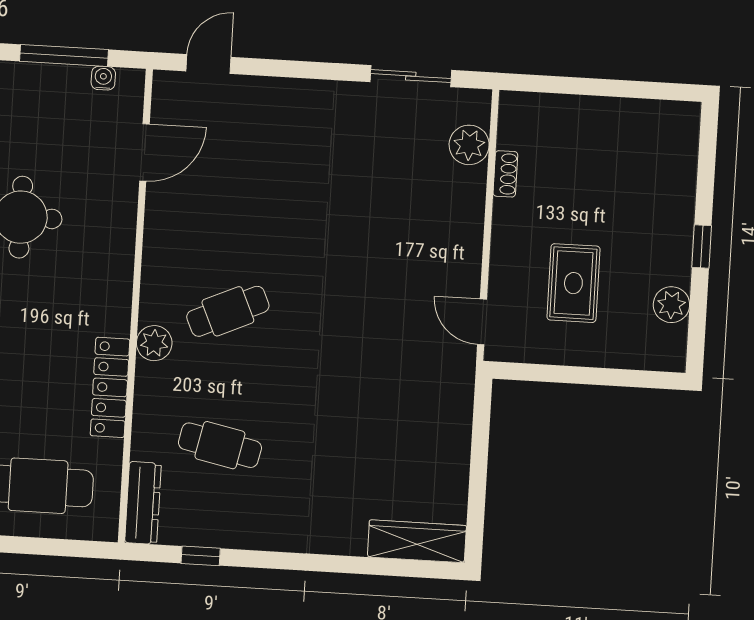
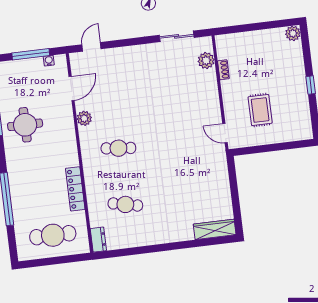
plant: (671, 305) -> (293, 33), moved
cafe table: (228, 311) -> (118, 148), turned 30
plant: (154, 343) -> (84, 118), moved
dresser: (143, 503) -> (98, 240), width x0.70
window: (201, 556) -> (126, 252), removed

